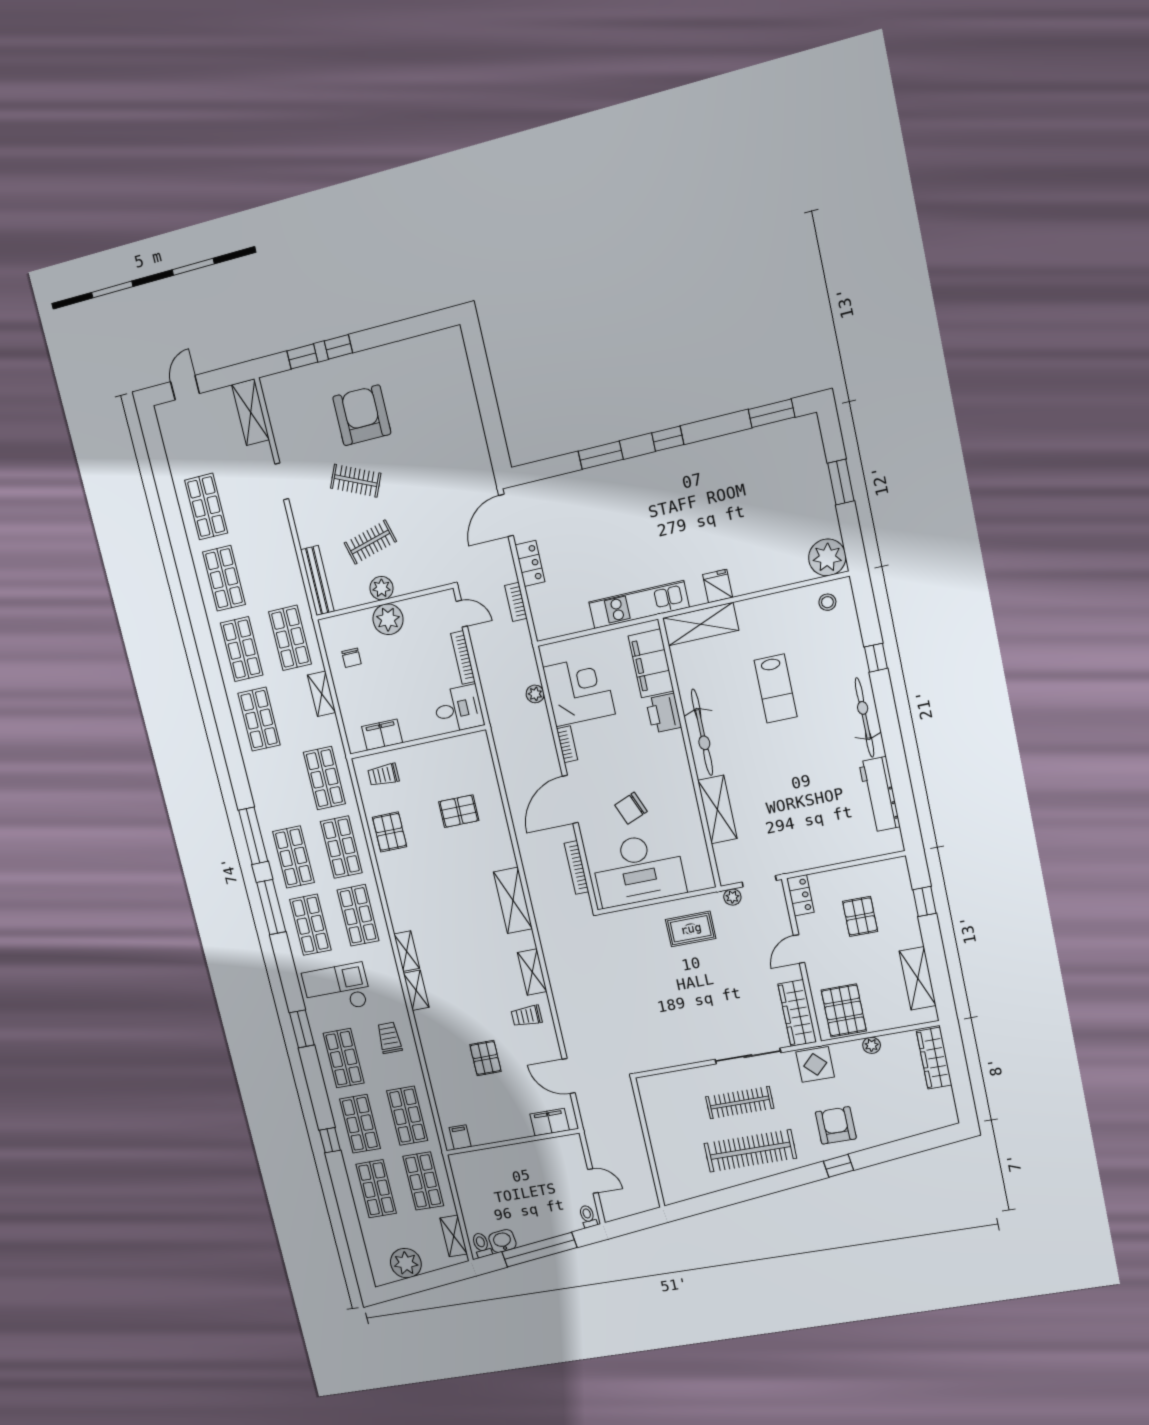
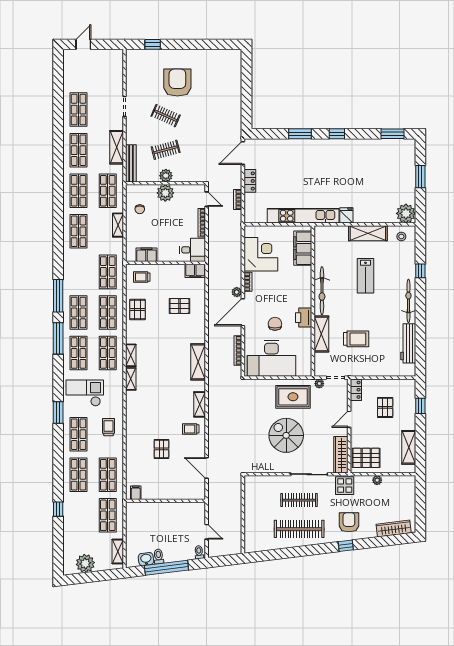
window: (338, 347) -> (173, 44), removed
shelving: (251, 412) -> (117, 147), moved
kitchen unit: (639, 605) -> (303, 216), width x1.36
shelving: (701, 624) -> (368, 233), moved
plant: (535, 694) -> (237, 292), moved
printer: (664, 713) -> (304, 318), moved
trolley: (782, 805) -> (356, 339), added
chair: (631, 808) -> (275, 324), turned 112
rug: (691, 929) -> (293, 397), width x1.36, depth x1.43
shelving: (416, 990) -> (131, 355), moved
spiral stairs: (693, 997) -> (286, 435), added
pallet: (844, 1010) -> (366, 458), turned 90
wardrobe: (934, 1058) -> (394, 529), moved, turned 83
filing cabinet: (550, 1122) -> (195, 271), moved, turned 180
window: (330, 1140) -> (58, 509), moved
shop shelf: (376, 1189) -> (79, 515), removed
toilet: (482, 1245) -> (159, 556), moved

